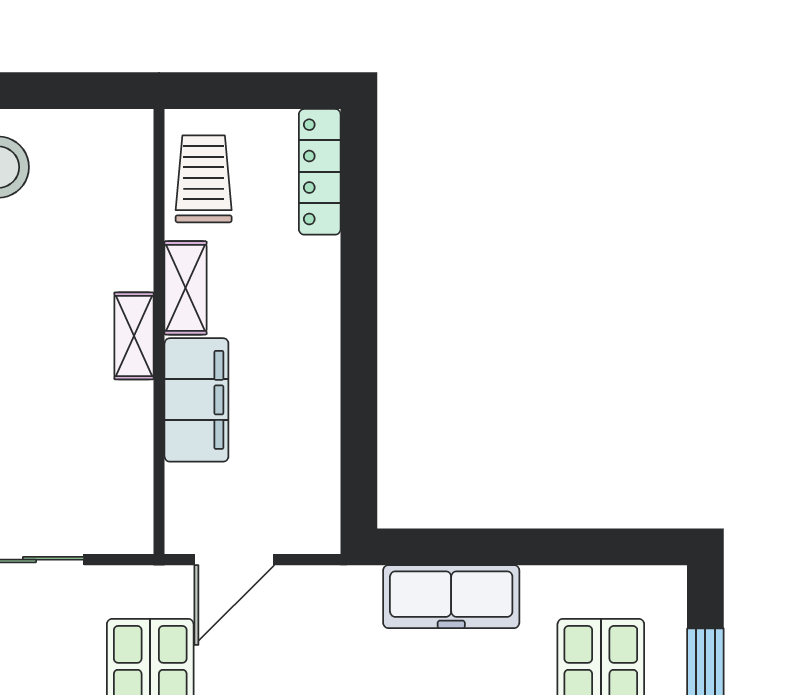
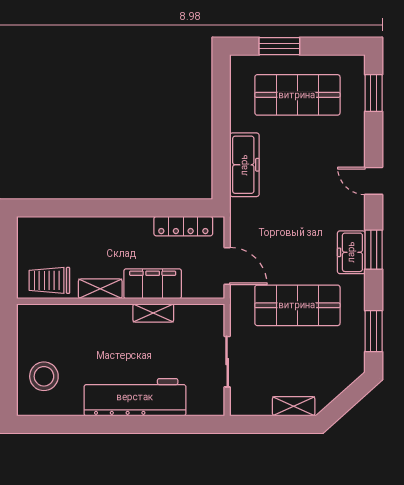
locker: (320, 172) -> (183, 226), moved
shelving: (134, 336) -> (153, 313), moved

